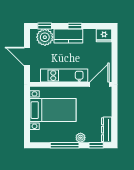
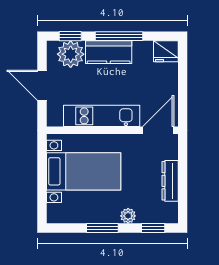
window: (75, 26) -> (119, 36), width x2.17
dresser: (107, 130) -> (170, 181), moved
window: (65, 145) -> (102, 228), width x0.69

